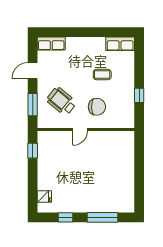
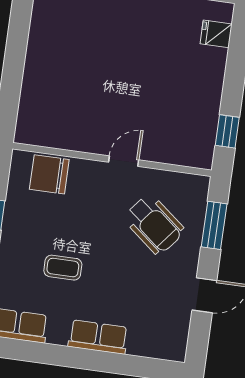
row of seats: (51, 44) -> (98, 337), moved
chair: (97, 107) -> (49, 174), moved

